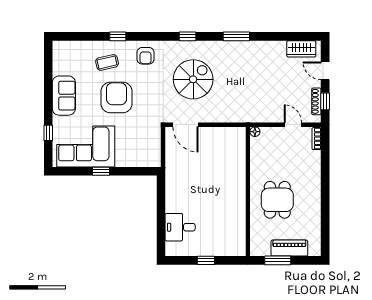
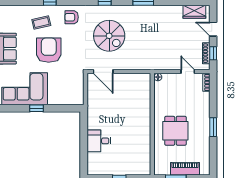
armchair: (146, 56) -> (72, 17), turned 90
spiral stairs: (193, 79) -> (109, 36), turned 90
window: (325, 195) -> (213, 127), added
desk: (180, 227) -> (99, 141), moved

